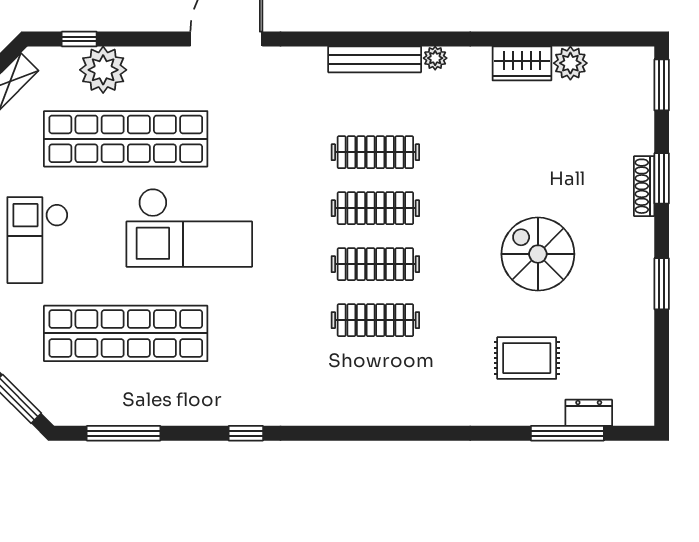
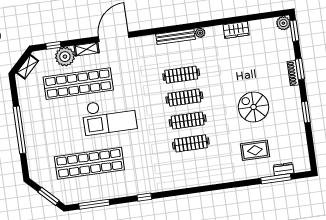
shelving: (158, 59) -> (87, 49), added
plant: (570, 63) -> (283, 23), moved
checkout: (38, 240) -> (48, 130), removed

